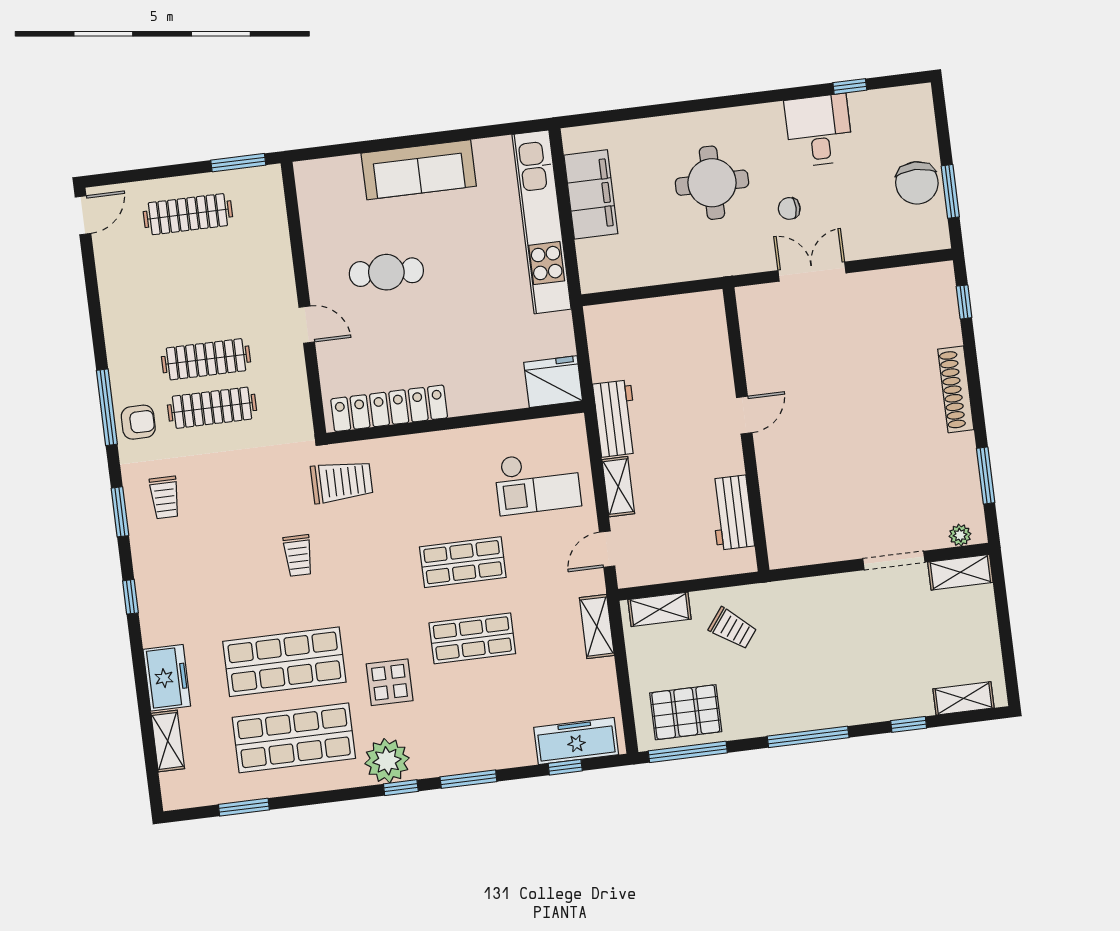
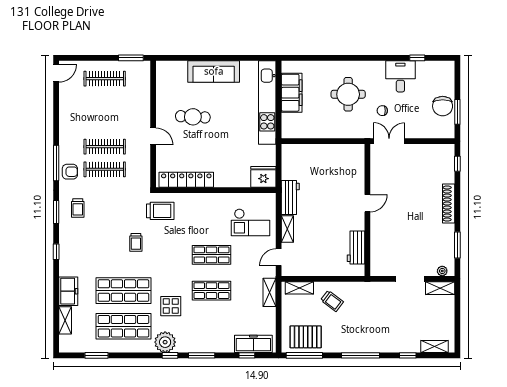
door: (744, 415) -> (367, 203), moved
wall: (746, 429) -> (367, 210), moved
workbench: (732, 513) -> (356, 248), moved

